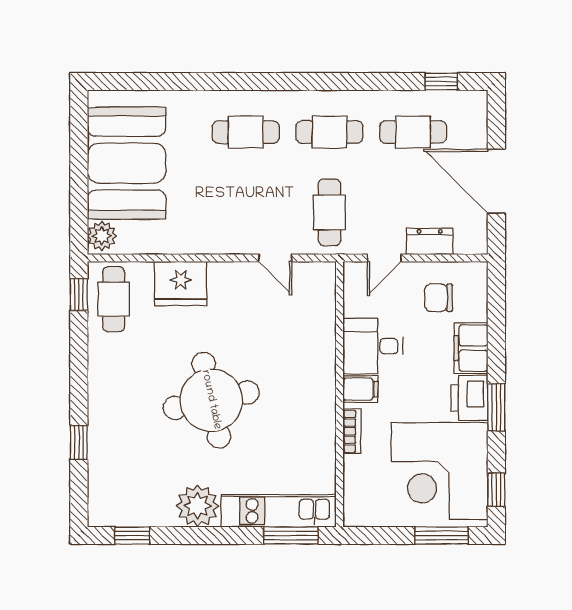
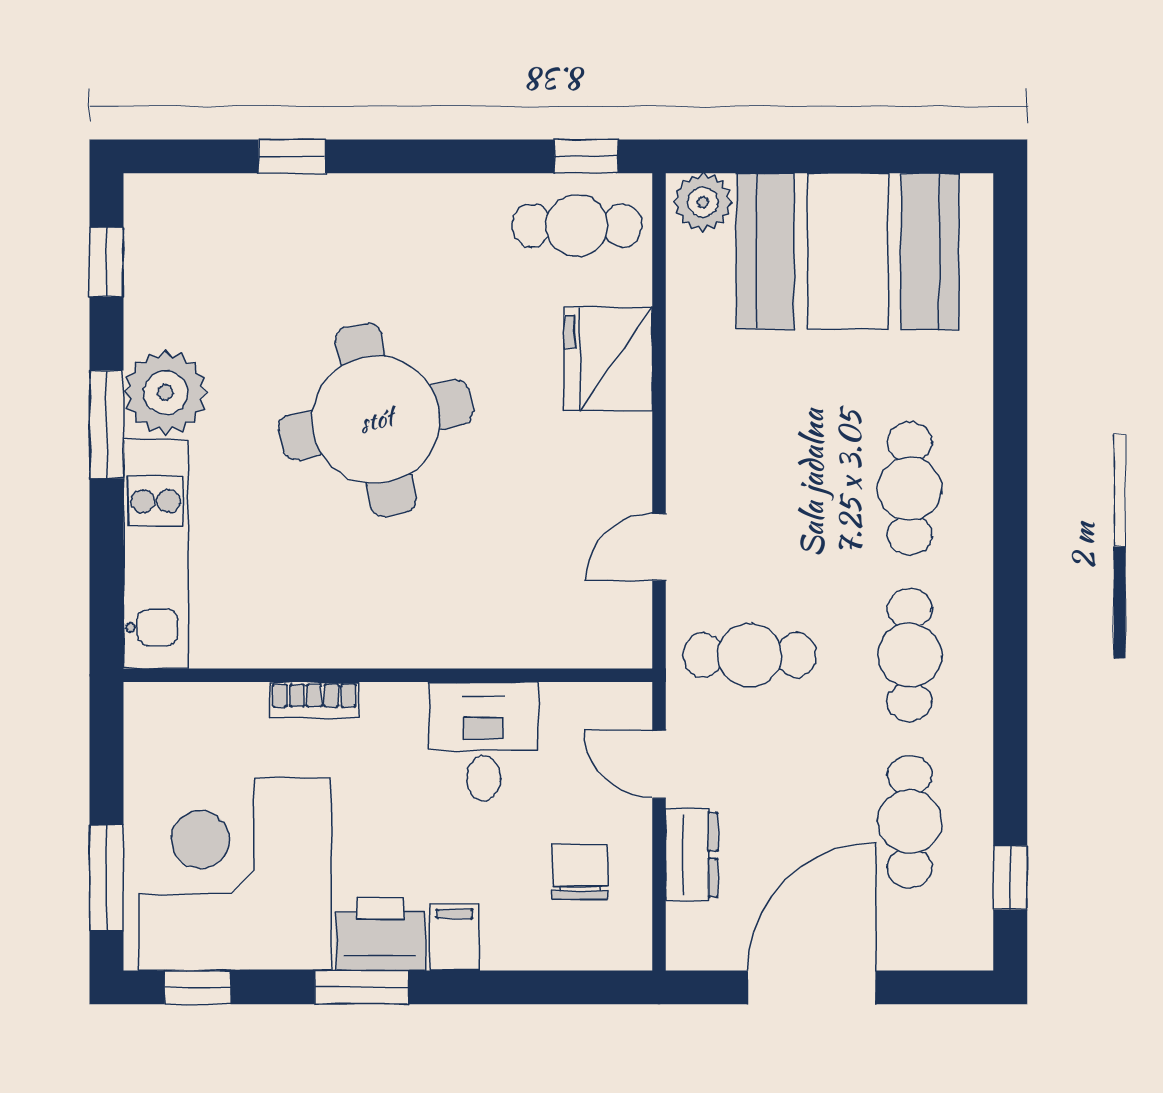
filing cabinet: (471, 348) -> (454, 937), width x0.50
filing cabinet: (360, 389) -> (398, 717), removed
window: (291, 536) -> (106, 424), moved

